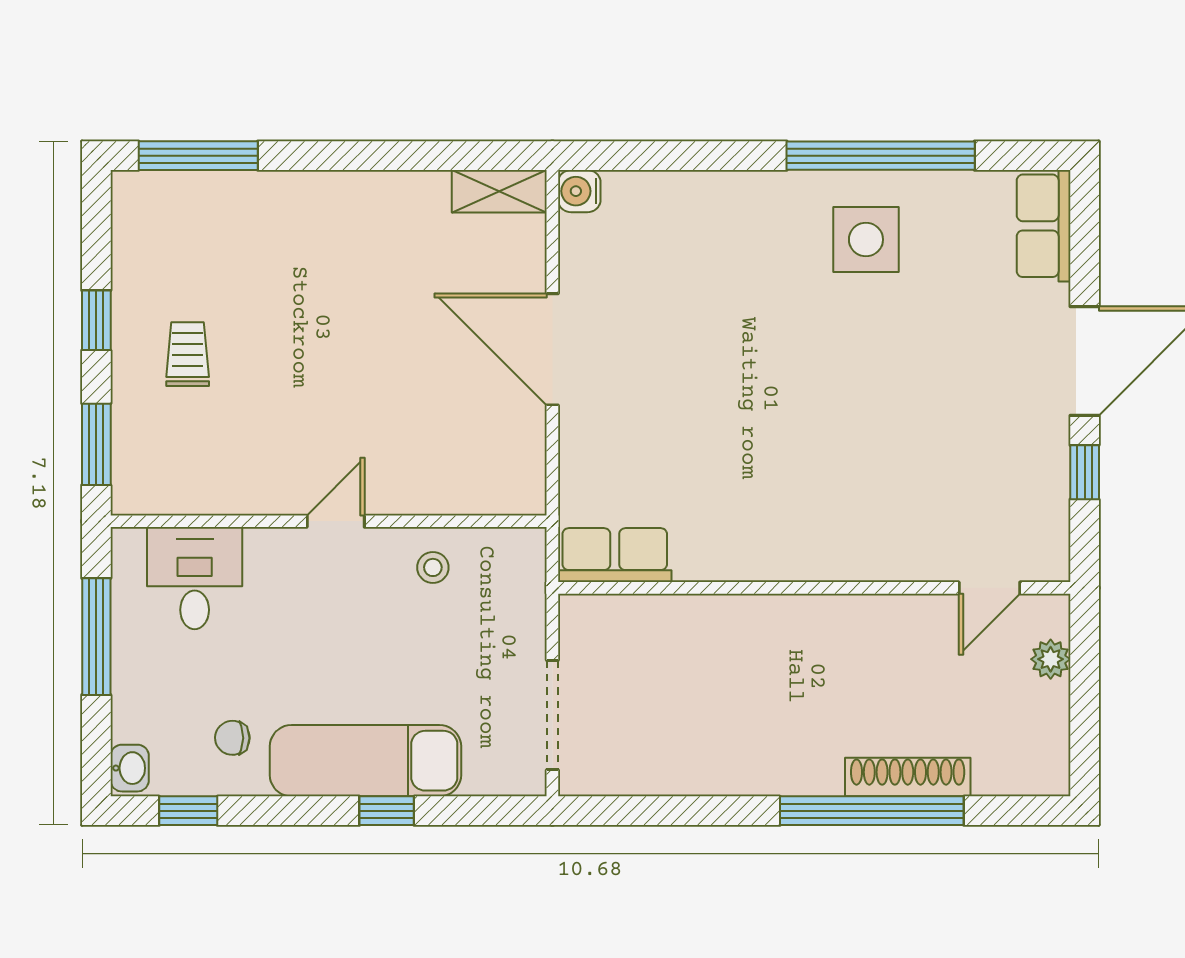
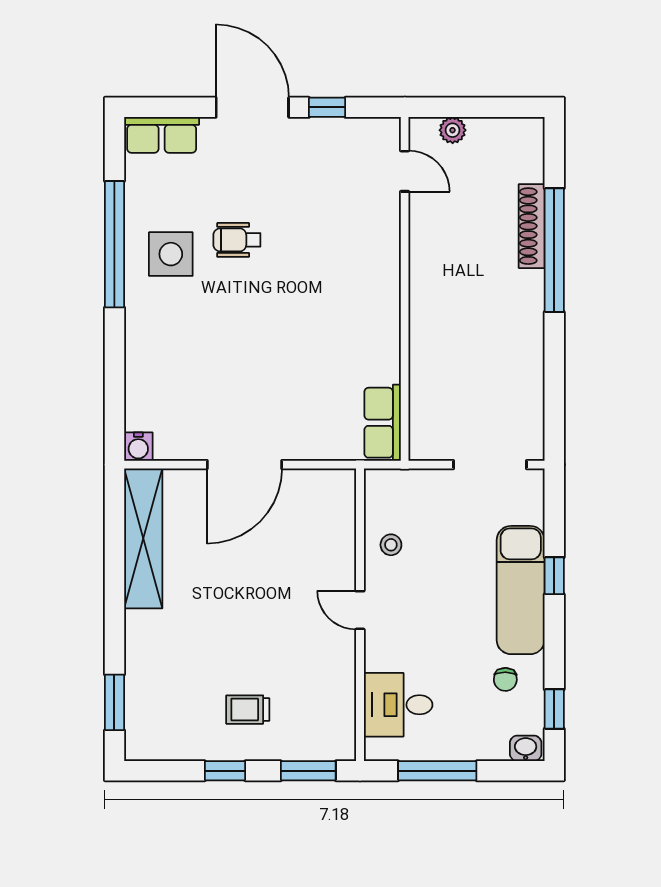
window: (198, 156) -> (114, 702), width x0.69
shelving: (499, 191) -> (143, 538), width x2.20, depth x1.33
wheelchair: (887, 338) -> (237, 240), added

